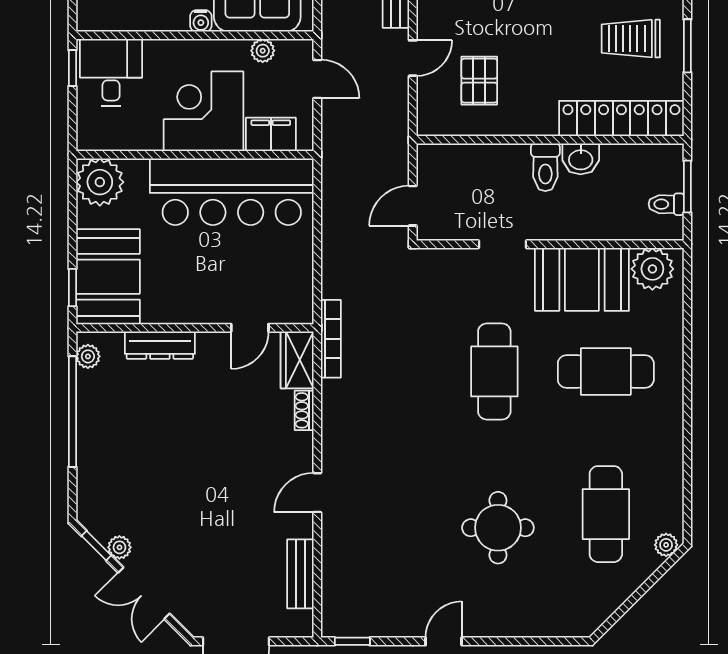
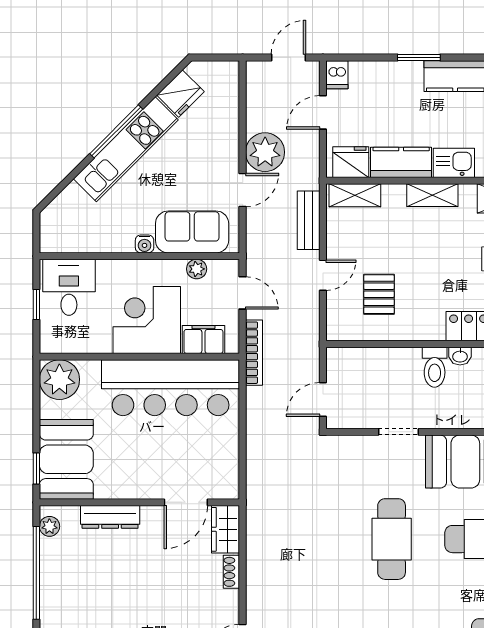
window: (72, 68) -> (36, 304), moved
washbasin: (581, 159) -> (460, 356), width x0.72, depth x0.69
door: (250, 328) -> (186, 502), width x1.37
bookcase: (331, 339) -> (254, 353), moved

